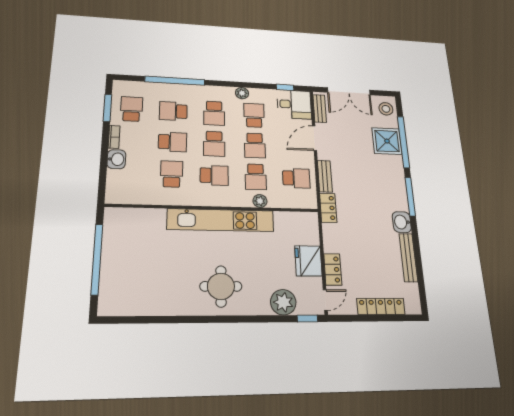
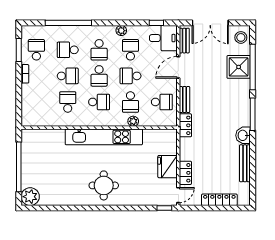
school desk: (255, 145) -> (130, 76), turned 90
washbasin: (116, 159) -> (28, 92), removed
plant: (283, 302) -> (30, 197), moved

